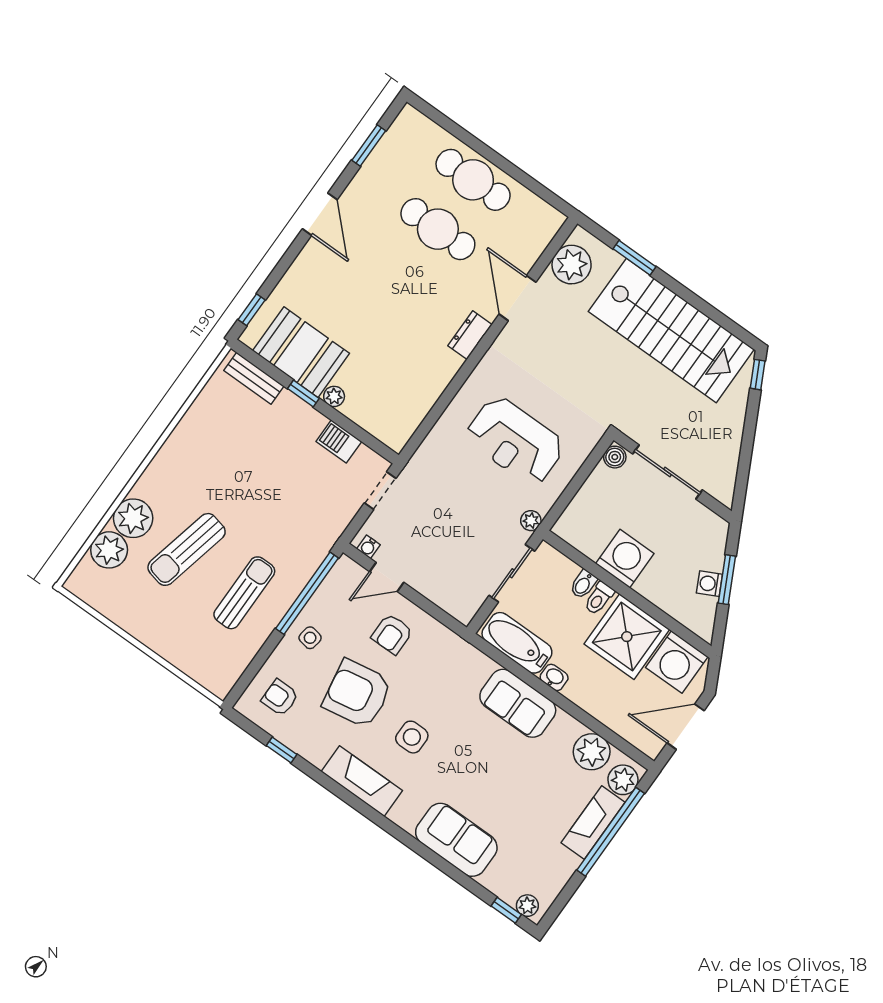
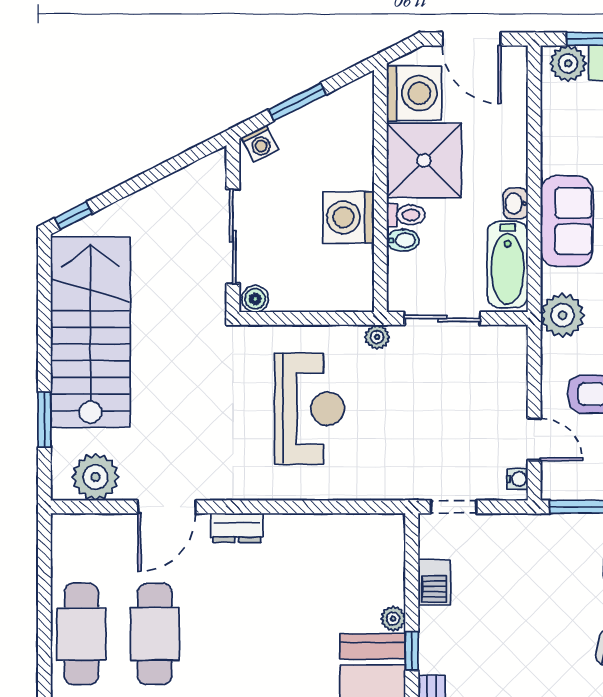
washing machine: (709, 584) -> (260, 143), moved
plant: (592, 752) -> (563, 315), moved

